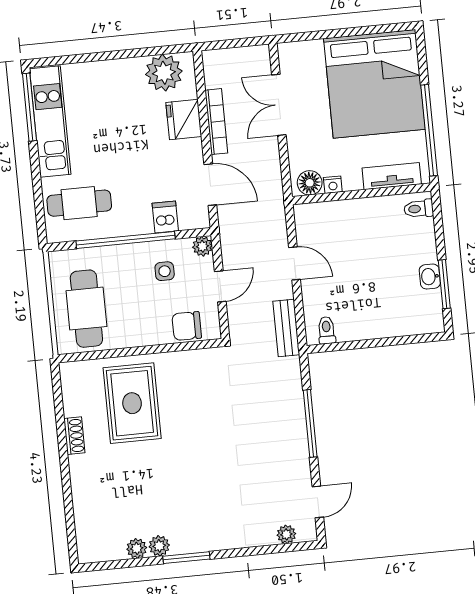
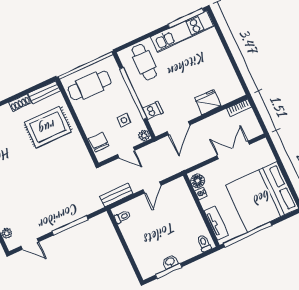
plant: (164, 73) -> (229, 83), removed
bookcase: (216, 122) -> (239, 108), moved, width x0.64
bench: (71, 388) -> (44, 92), added

